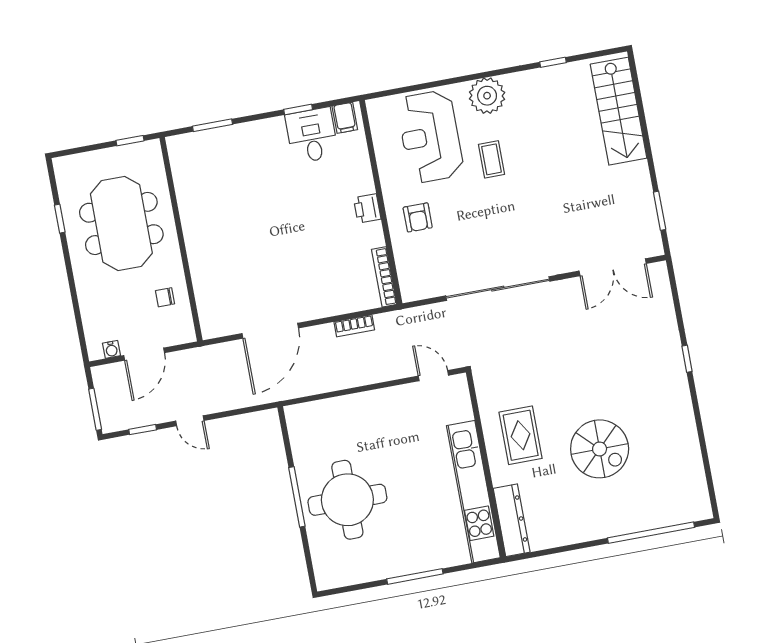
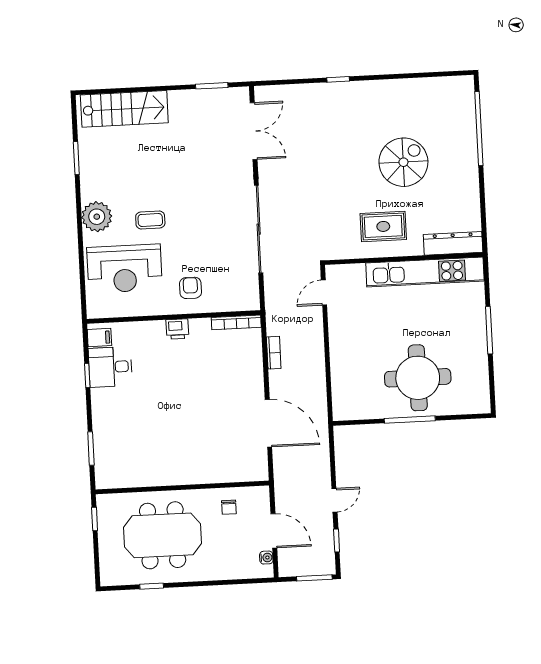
window: (553, 62) -> (76, 158), width x1.50
armchair: (418, 217) -> (190, 288), turned -90

